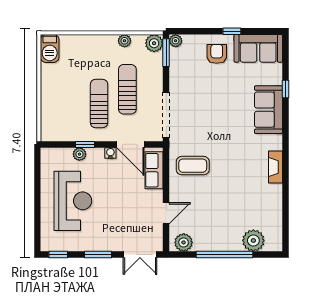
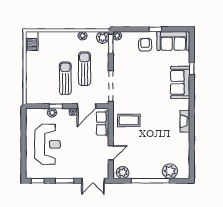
door: (130, 144) -> (87, 106), hinge flipped

